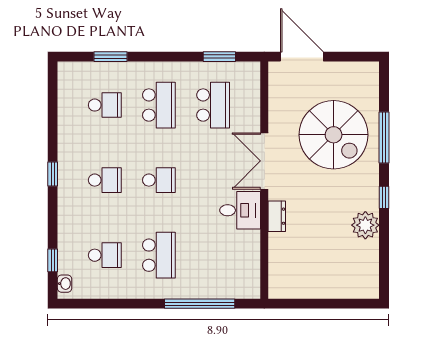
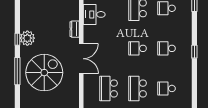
spiral stairs: (334, 135) -> (44, 73), turned 90
desk: (240, 210) -> (94, 14), moved
plant: (365, 225) -> (27, 38), moved

